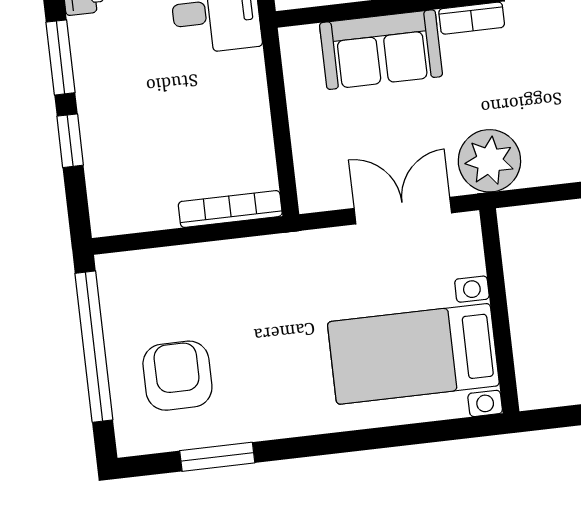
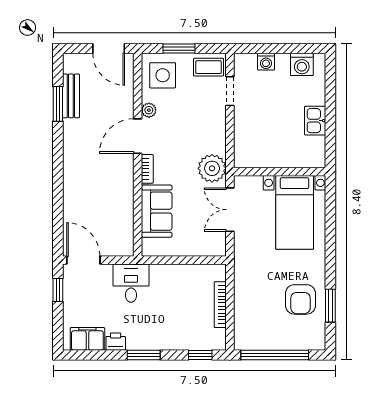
window: (70, 141) -> (200, 355), moved
bookcase: (230, 209) -> (220, 305), moved
armchair: (177, 376) -> (301, 299), moved, turned -90

